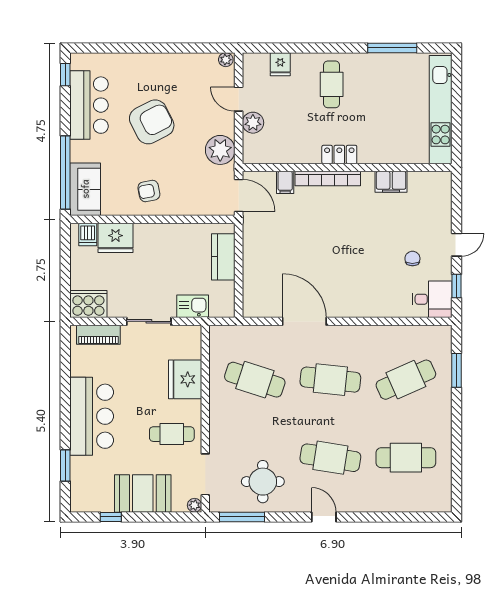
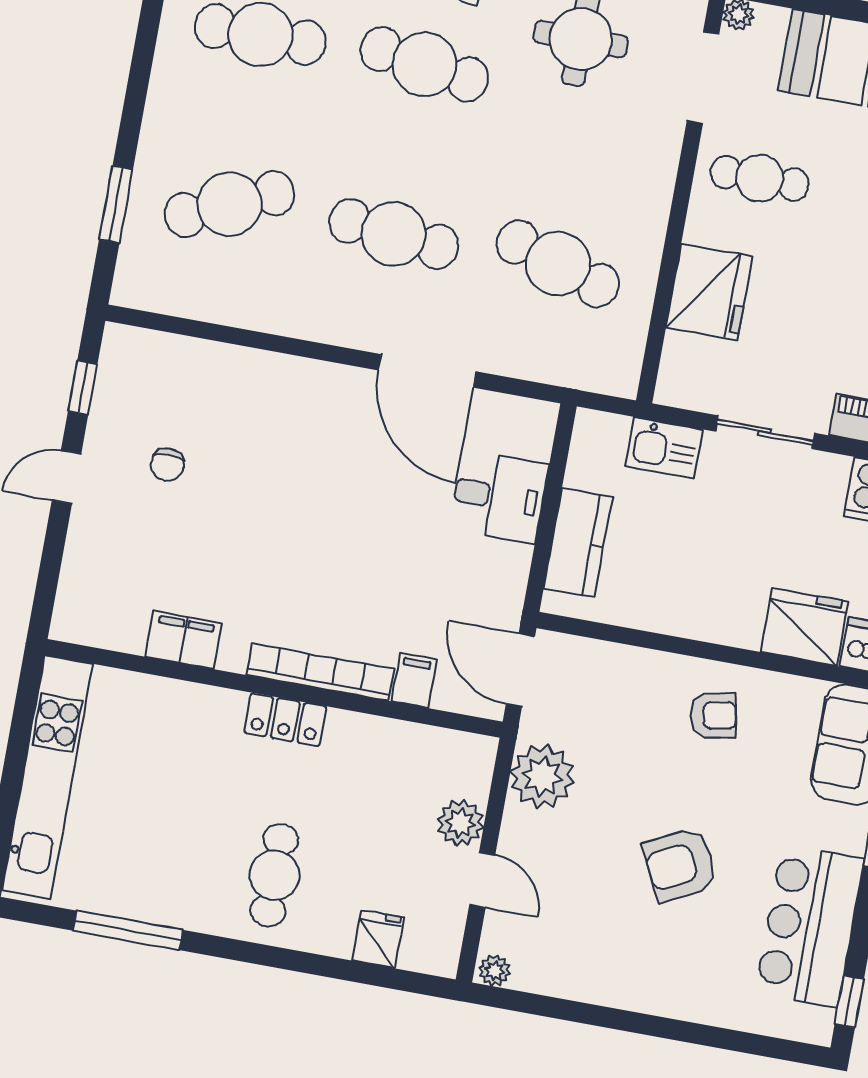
armchair: (152, 122) -> (680, 865), width x0.73, depth x0.73
desk: (432, 299) -> (499, 497), moved, turned 180

